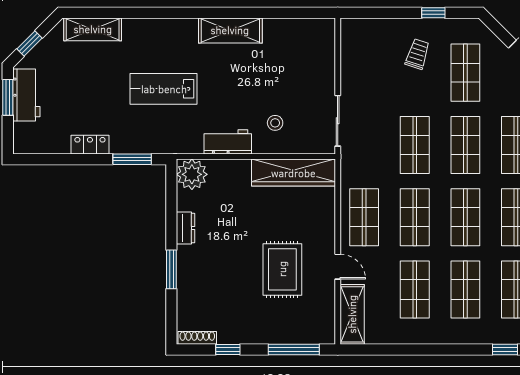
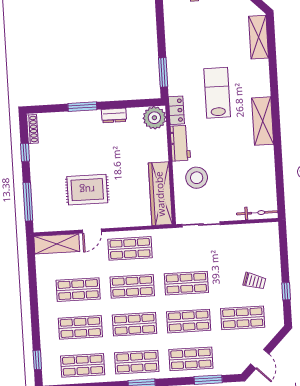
shelving: (230, 30) -> (263, 121), moved
bicycle: (327, 45) -> (257, 213), added
stool: (275, 123) -> (197, 178), width x1.89, depth x1.89
locker: (90, 145) -> (176, 110), moved

